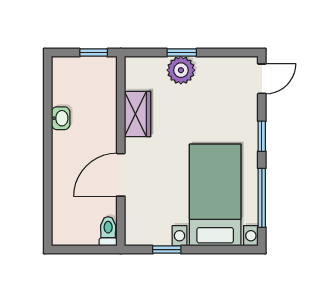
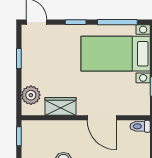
window: (182, 53) -> (19, 59), moved
plant: (181, 70) -> (31, 95), moved

